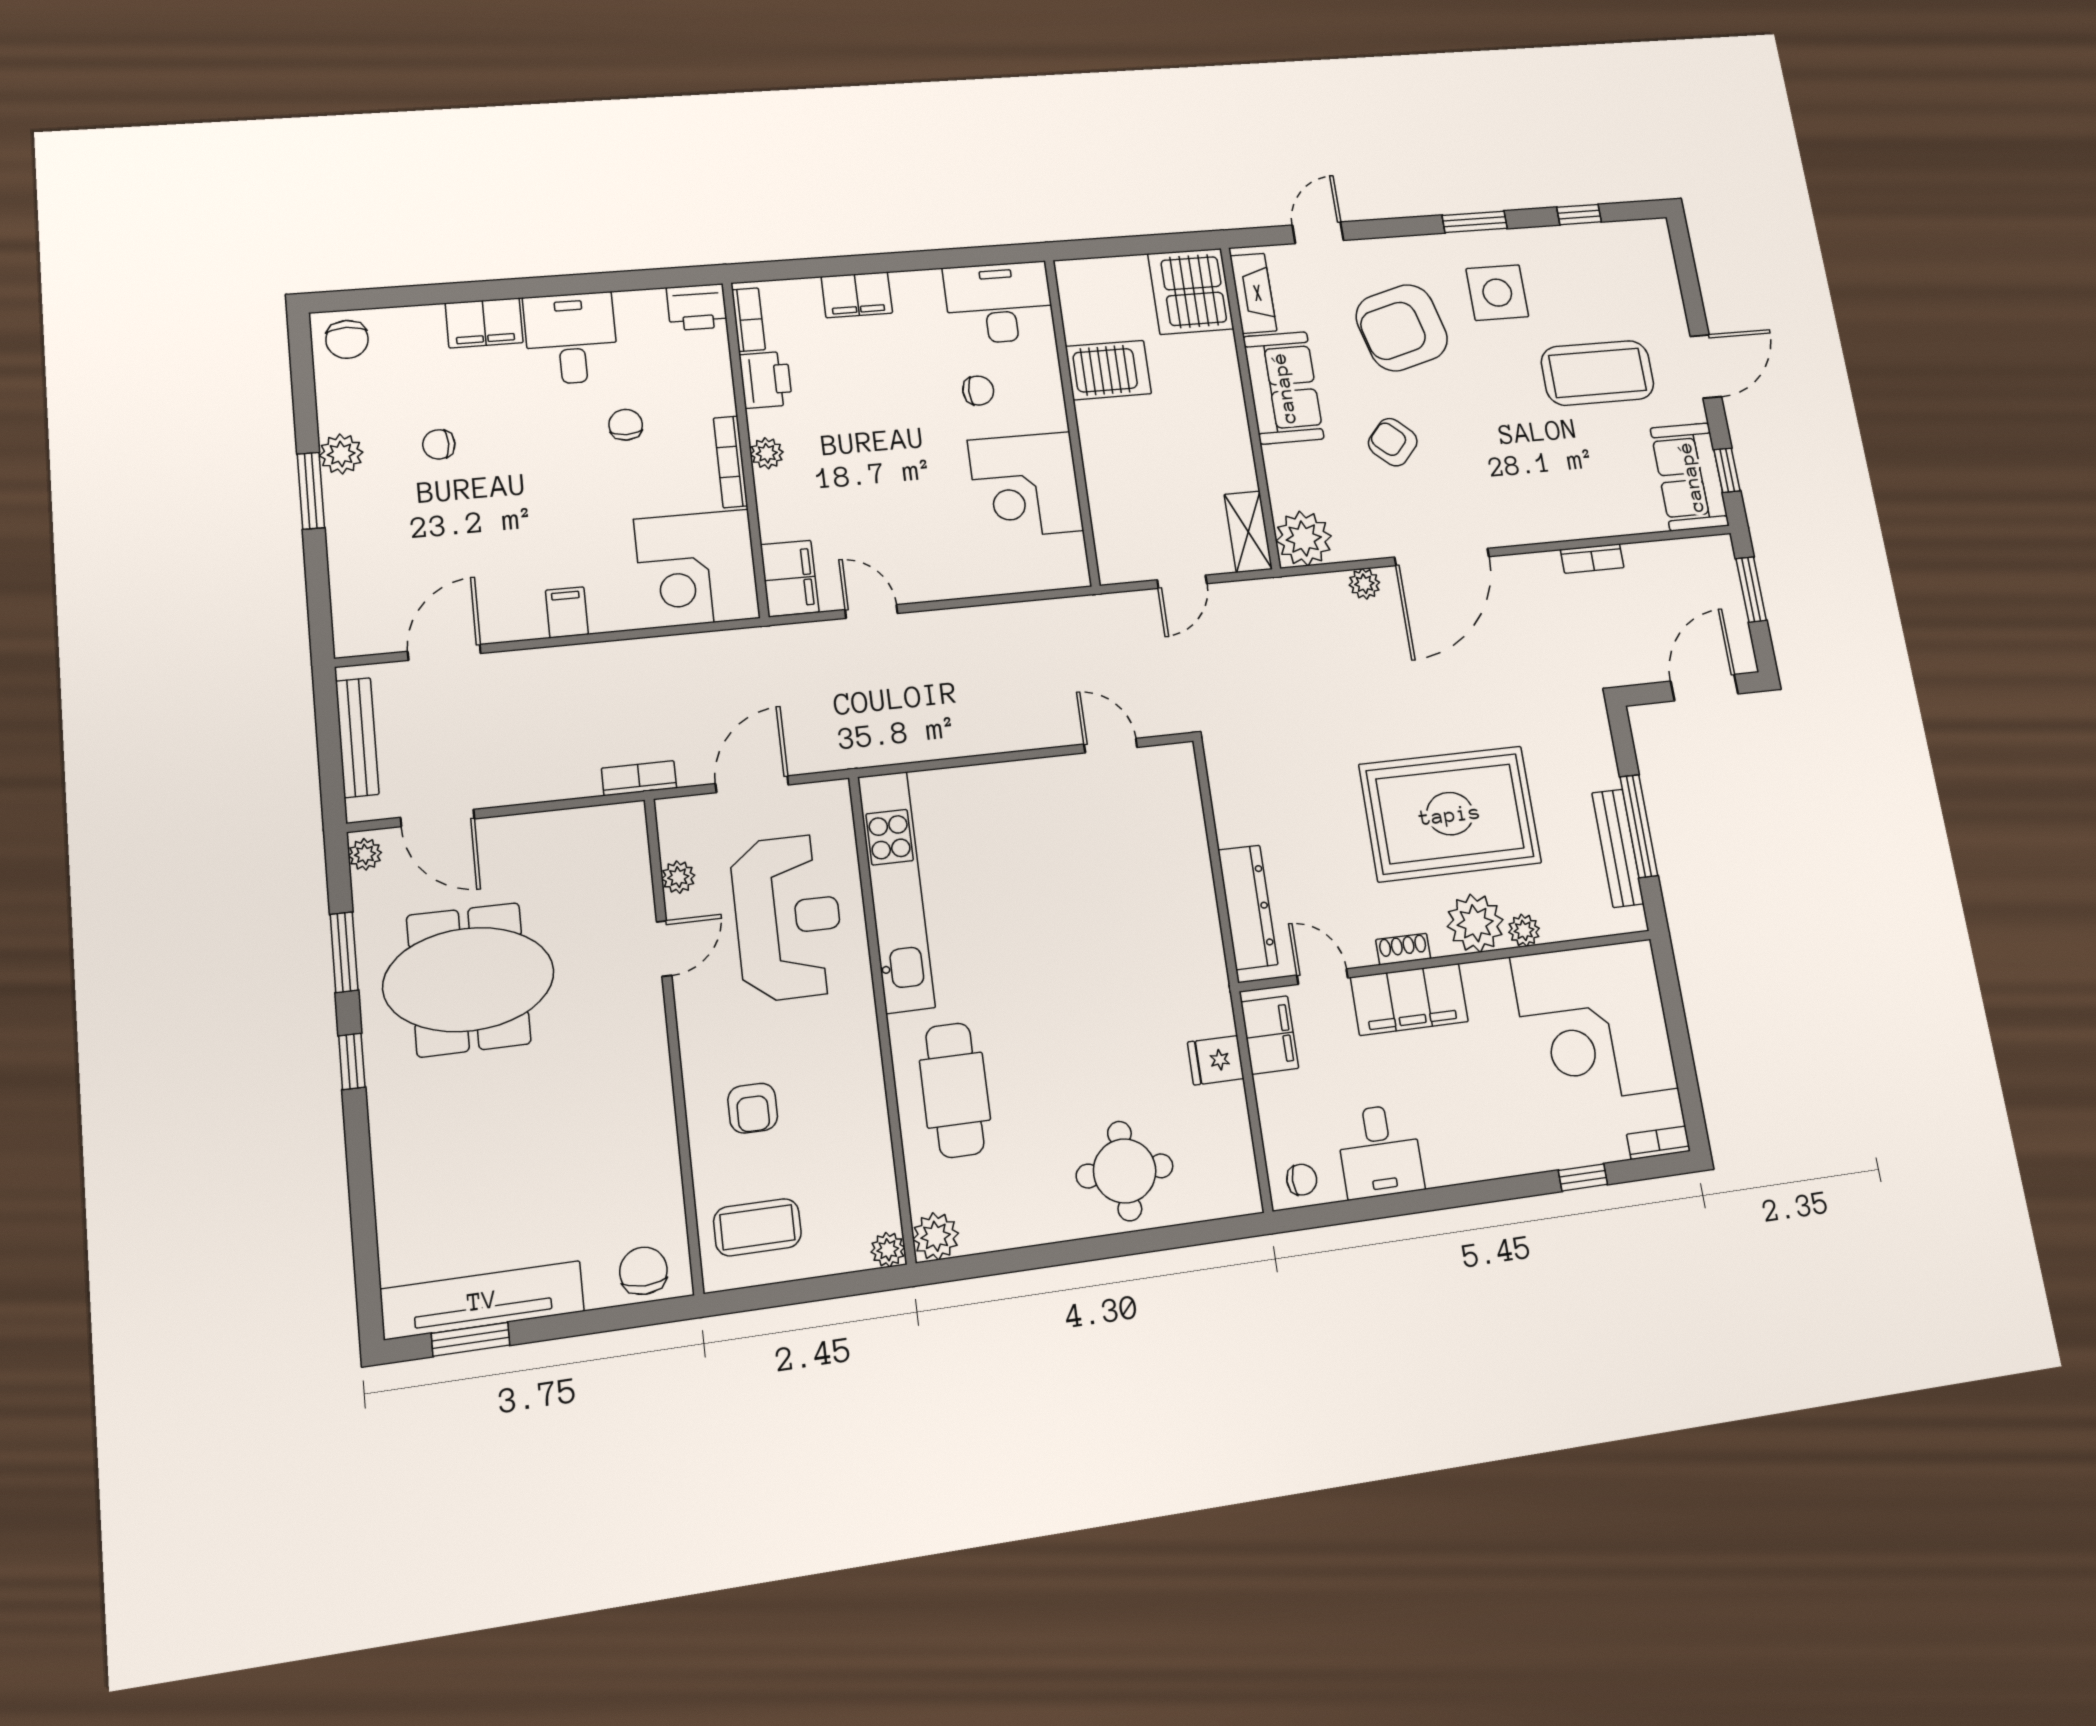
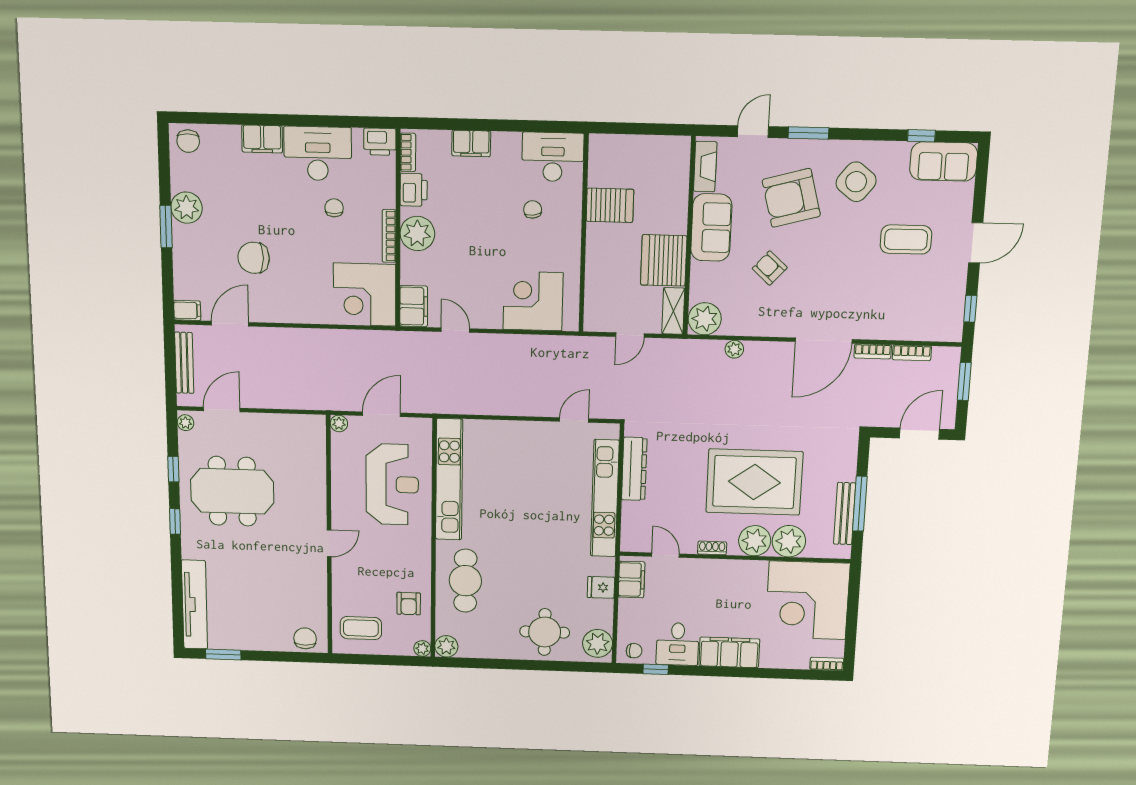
window: (1475, 222) -> (808, 133), moved
server rack: (1191, 291) -> (664, 260), moved
side table: (1497, 293) -> (856, 182), turned 38
desk: (571, 338) -> (318, 154), width x1.37
coffee table: (1598, 373) -> (906, 239), width x0.73, depth x0.76
chair: (978, 391) -> (533, 209), turned -98
chair: (439, 444) -> (254, 258), moved, width x1.87, depth x1.87
plant: (767, 453) -> (417, 233), width x1.88, depth x1.88
plant: (341, 454) -> (187, 208), width x1.36, depth x1.36
sofa: (1690, 477) -> (944, 161), moved, turned -90
corner desk: (1025, 485) -> (533, 301), moved, turned 90
door: (1442, 557) -> (824, 341), moved
filing cabinet: (567, 612) -> (187, 310), moved, turned 90
door: (1111, 746) -> (574, 420), hinge flipped
bookcase: (639, 778) -> (912, 353), moved, turned 180
door: (437, 818) -> (222, 409), swing flipped
plant: (678, 877) -> (339, 424), moved
kitchen unit: (1192, 884) -> (605, 498), added
dresser: (1248, 907) -> (634, 469), moved
plant: (1524, 930) -> (789, 541), width x1.87, depth x1.87
door: (664, 949) -> (329, 543), moved
window: (344, 952) -> (173, 469), width x0.67
filing cabinet: (1409, 999) -> (729, 652), moved, turned 180
armchair: (753, 1108) -> (409, 604), moved
plant: (1230, 1177) -> (598, 643), added
window: (1583, 1177) -> (656, 669), moved
tv unit: (482, 1300) -> (195, 605), moved, turned 90

